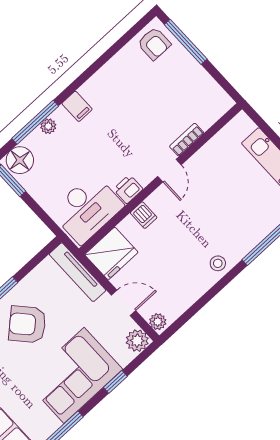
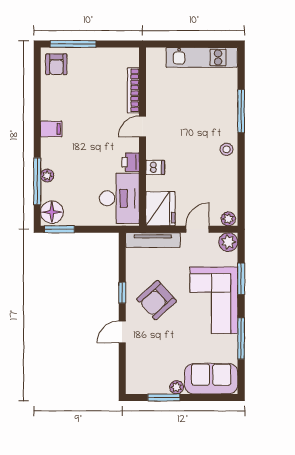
armchair: (154, 44) -> (56, 64), turned 90
filing cabinet: (77, 106) -> (51, 129), moved
bookcase: (187, 140) -> (133, 90), width x1.56
door: (169, 171) -> (143, 127), swing flipped
window: (115, 382) -> (241, 279), width x1.50

